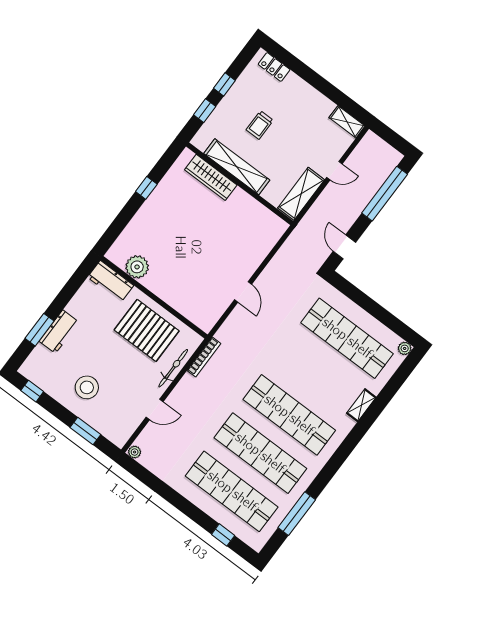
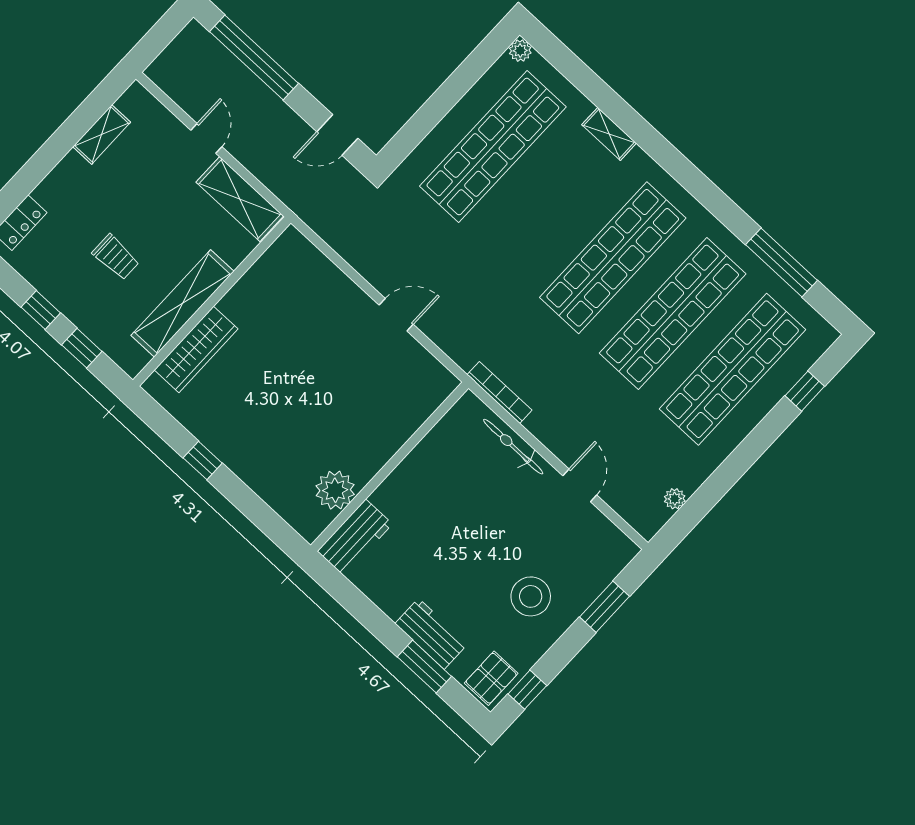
shelving: (347, 122) -> (102, 134), moved
pallet: (147, 330) -> (491, 678), moved, width x0.49, depth x0.50
plant: (135, 452) -> (675, 499), moved

